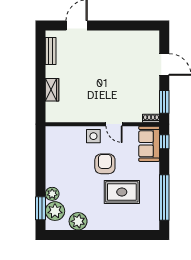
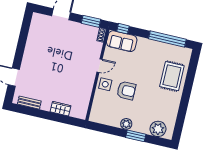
armchair: (105, 164) -> (126, 91), moved, turned 180
rug: (122, 192) -> (172, 76), moved
plant: (52, 194) -> (126, 124), moved
window: (41, 208) -> (136, 136), moved
plant: (78, 221) -> (170, 112), removed

